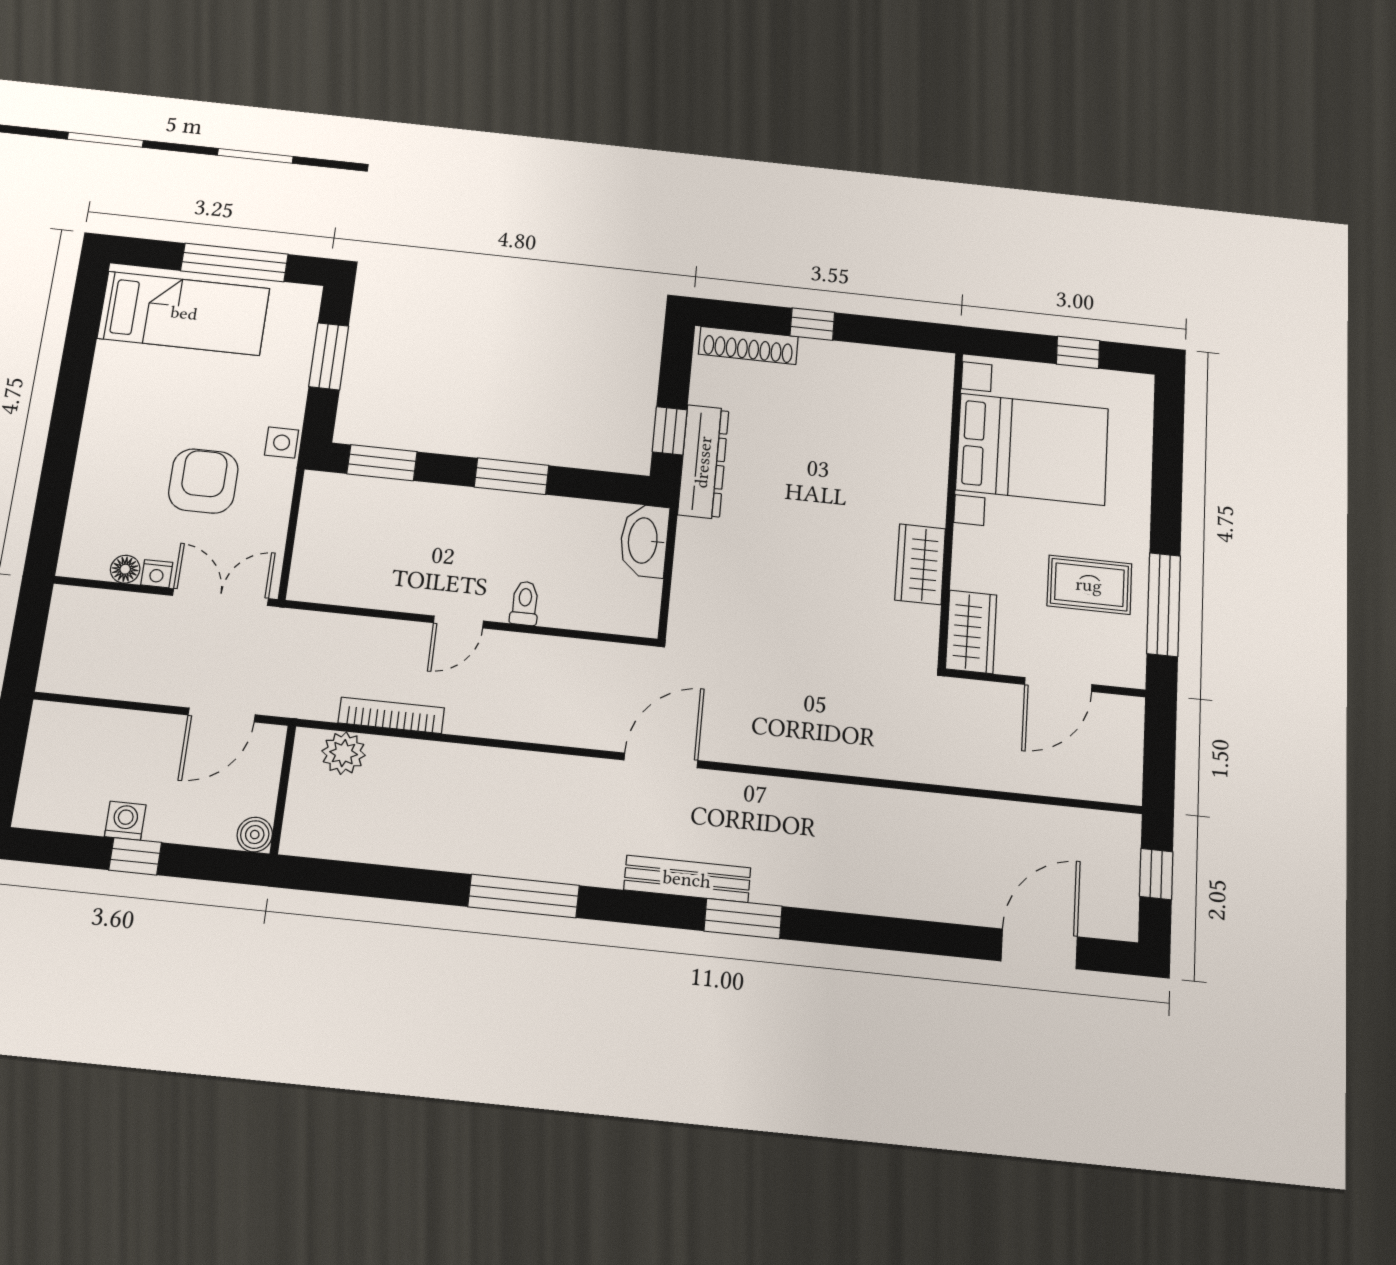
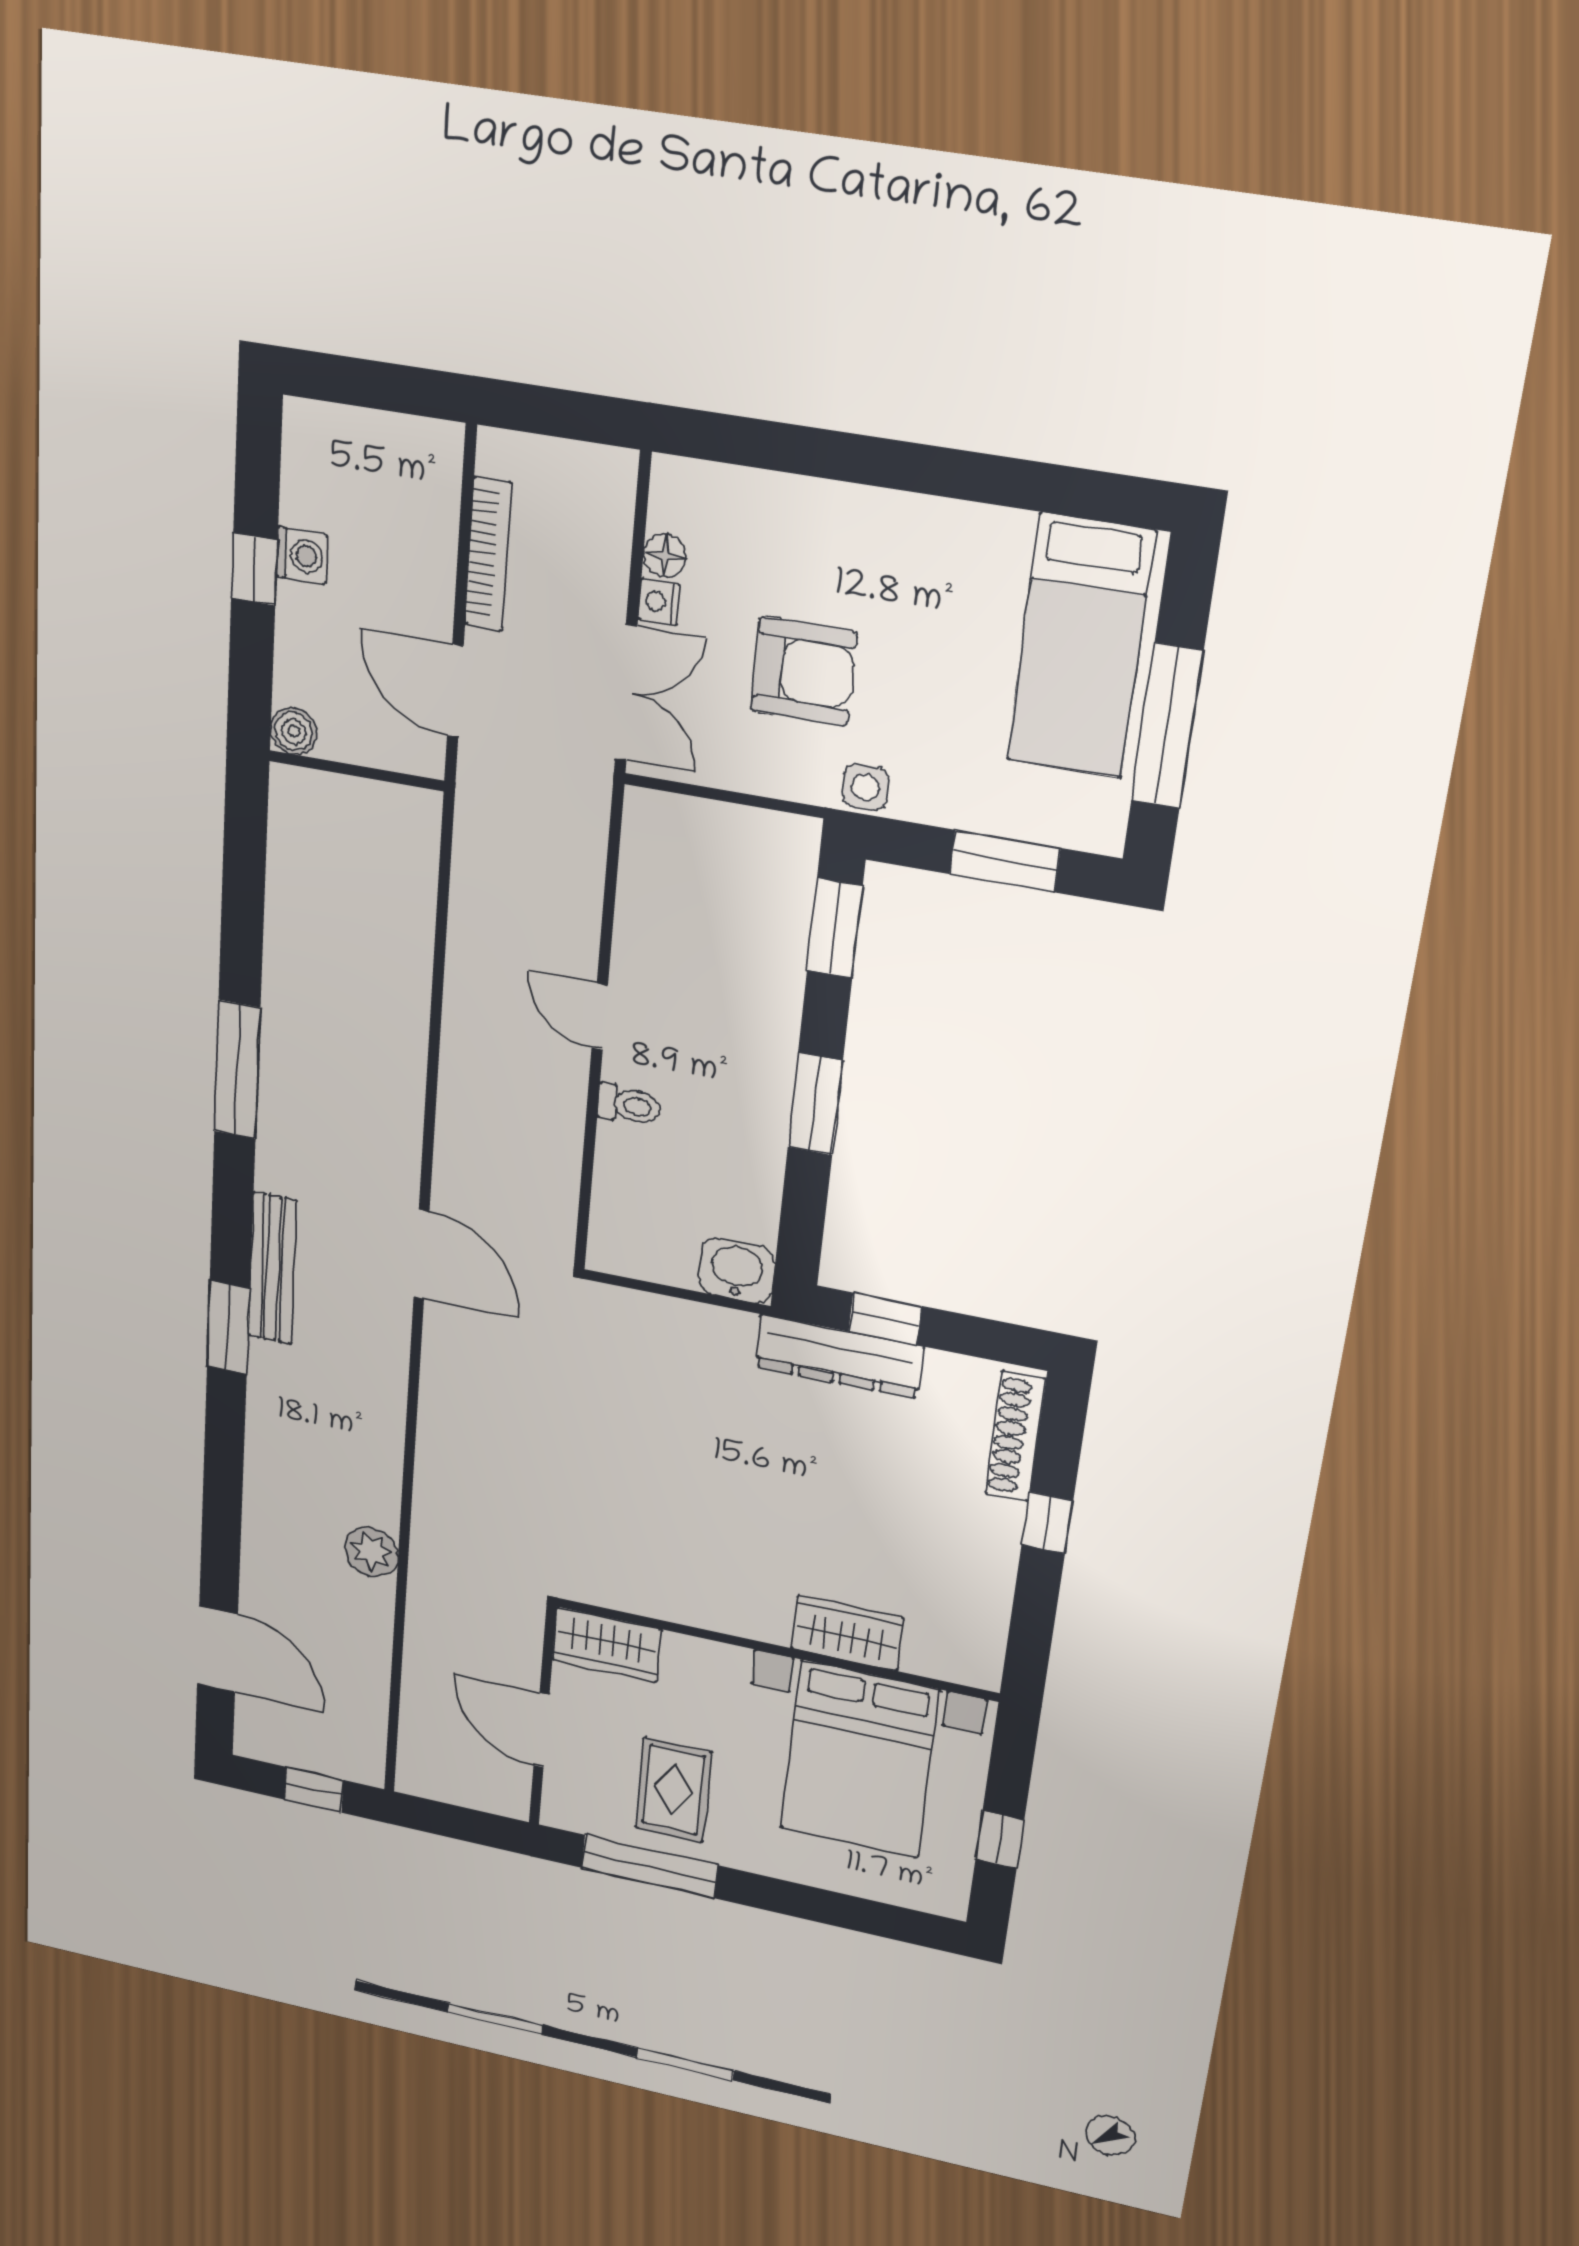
washbasin: (644, 541) -> (737, 1270), width x0.72
wardrobe: (920, 564) -> (847, 1633), moved
bookcase: (391, 715) -> (488, 554), moved
plant: (344, 753) -> (372, 1552), moved

